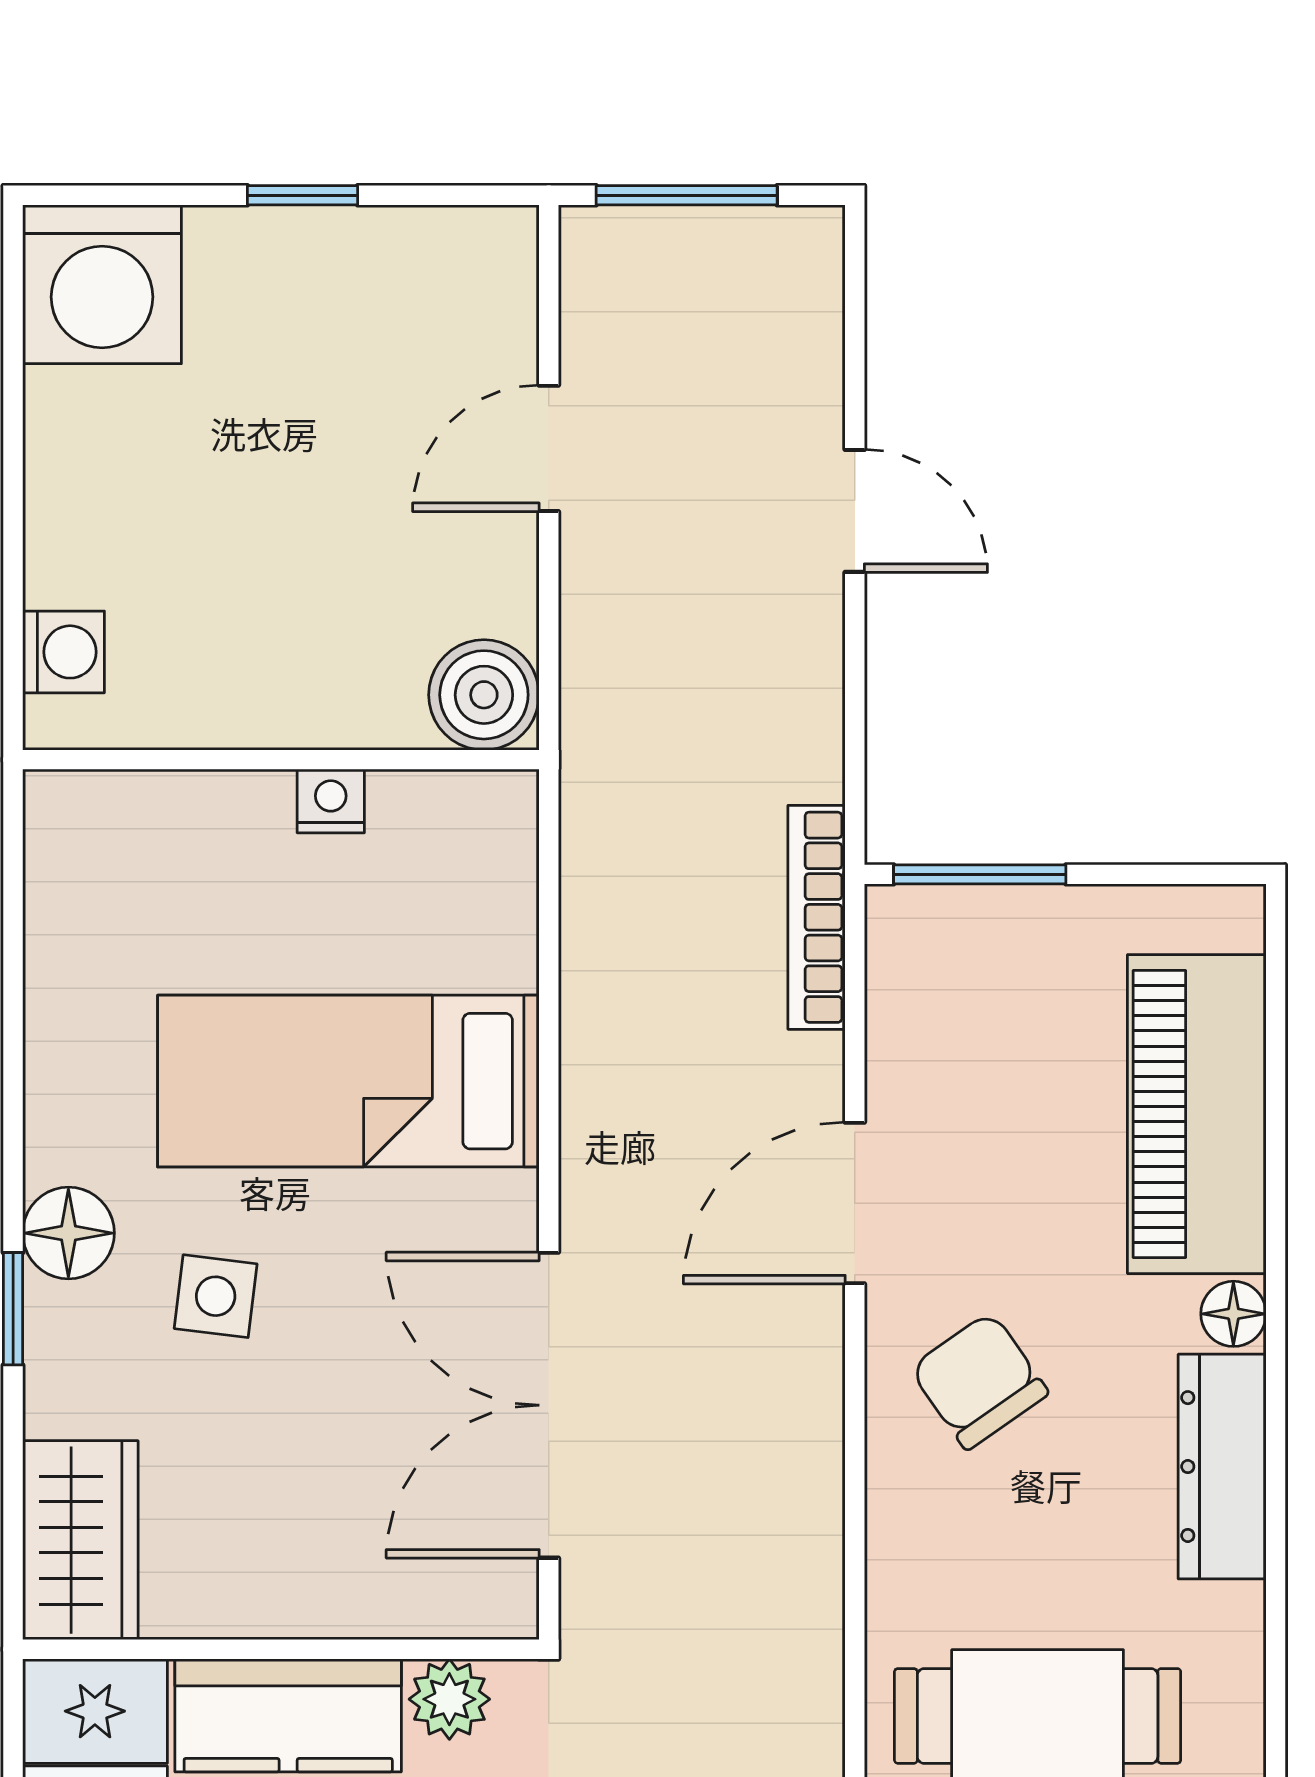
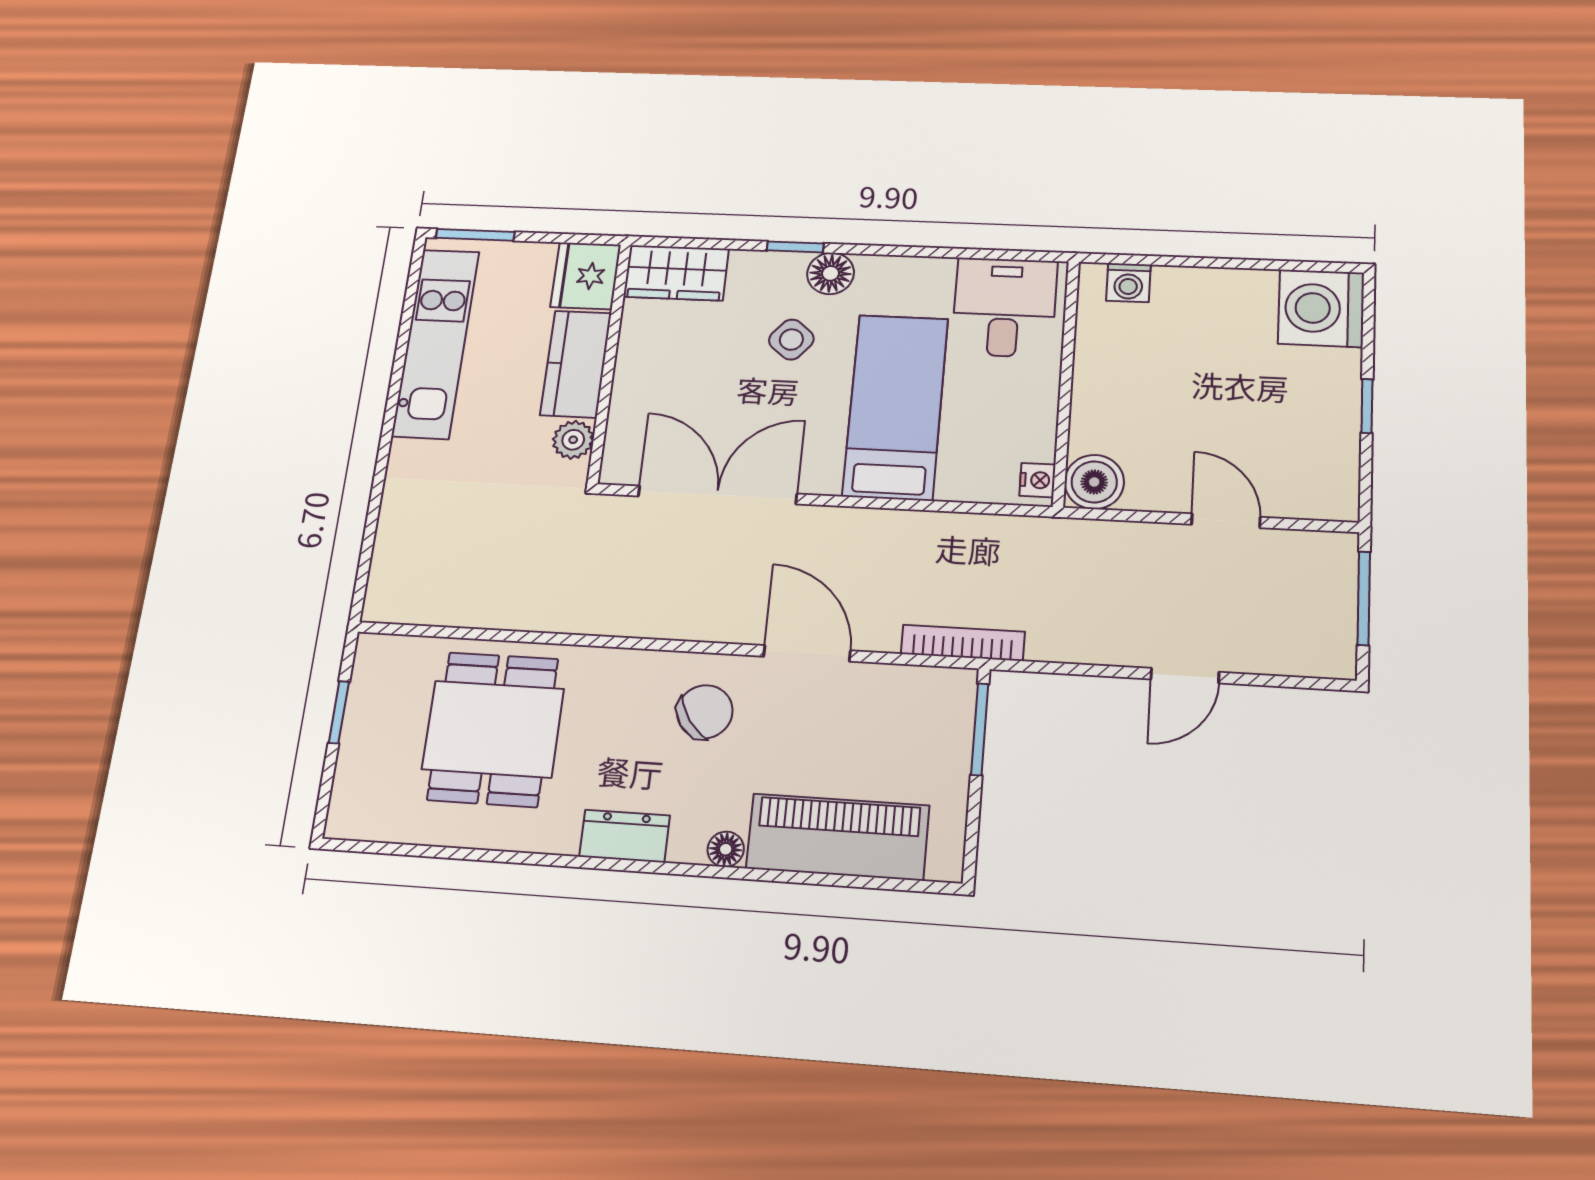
nightstand: (331, 801) -> (1037, 480), moved
desk: (127, 888) -> (1004, 307), added
side table: (216, 1296) -> (791, 340), turned 33
dresser: (1222, 1467) -> (625, 836), width x0.70

